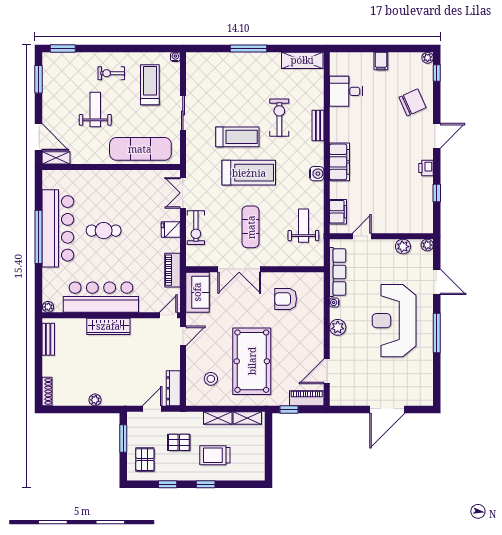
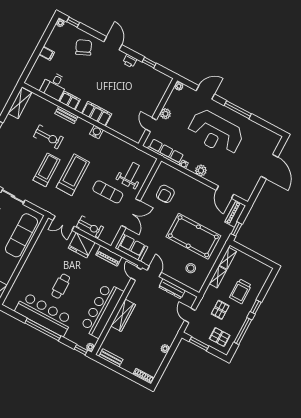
exercise bike: (279, 118) -> (48, 137), turned 180
filing cabinet: (338, 212) -> (70, 101), moved
weight bench: (303, 226) -> (131, 174), moved, turned 90
fridge: (171, 229) -> (82, 245), width x1.88, depth x1.34
plant: (403, 247) -> (165, 114), moved
window: (38, 297) -> (81, 350), added
dresser: (173, 388) -> (172, 289), moved
window: (168, 484) -> (243, 331), width x2.17

